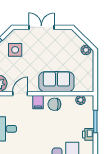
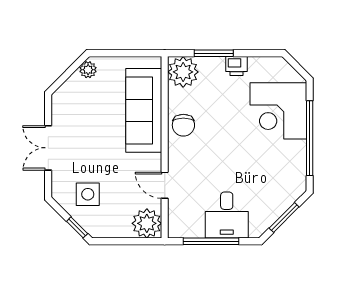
sofa: (56, 82) -> (144, 110), width x1.36
plant: (81, 100) -> (183, 72), width x1.88, depth x1.88
filing cabinet: (38, 102) -> (180, 154), removed

